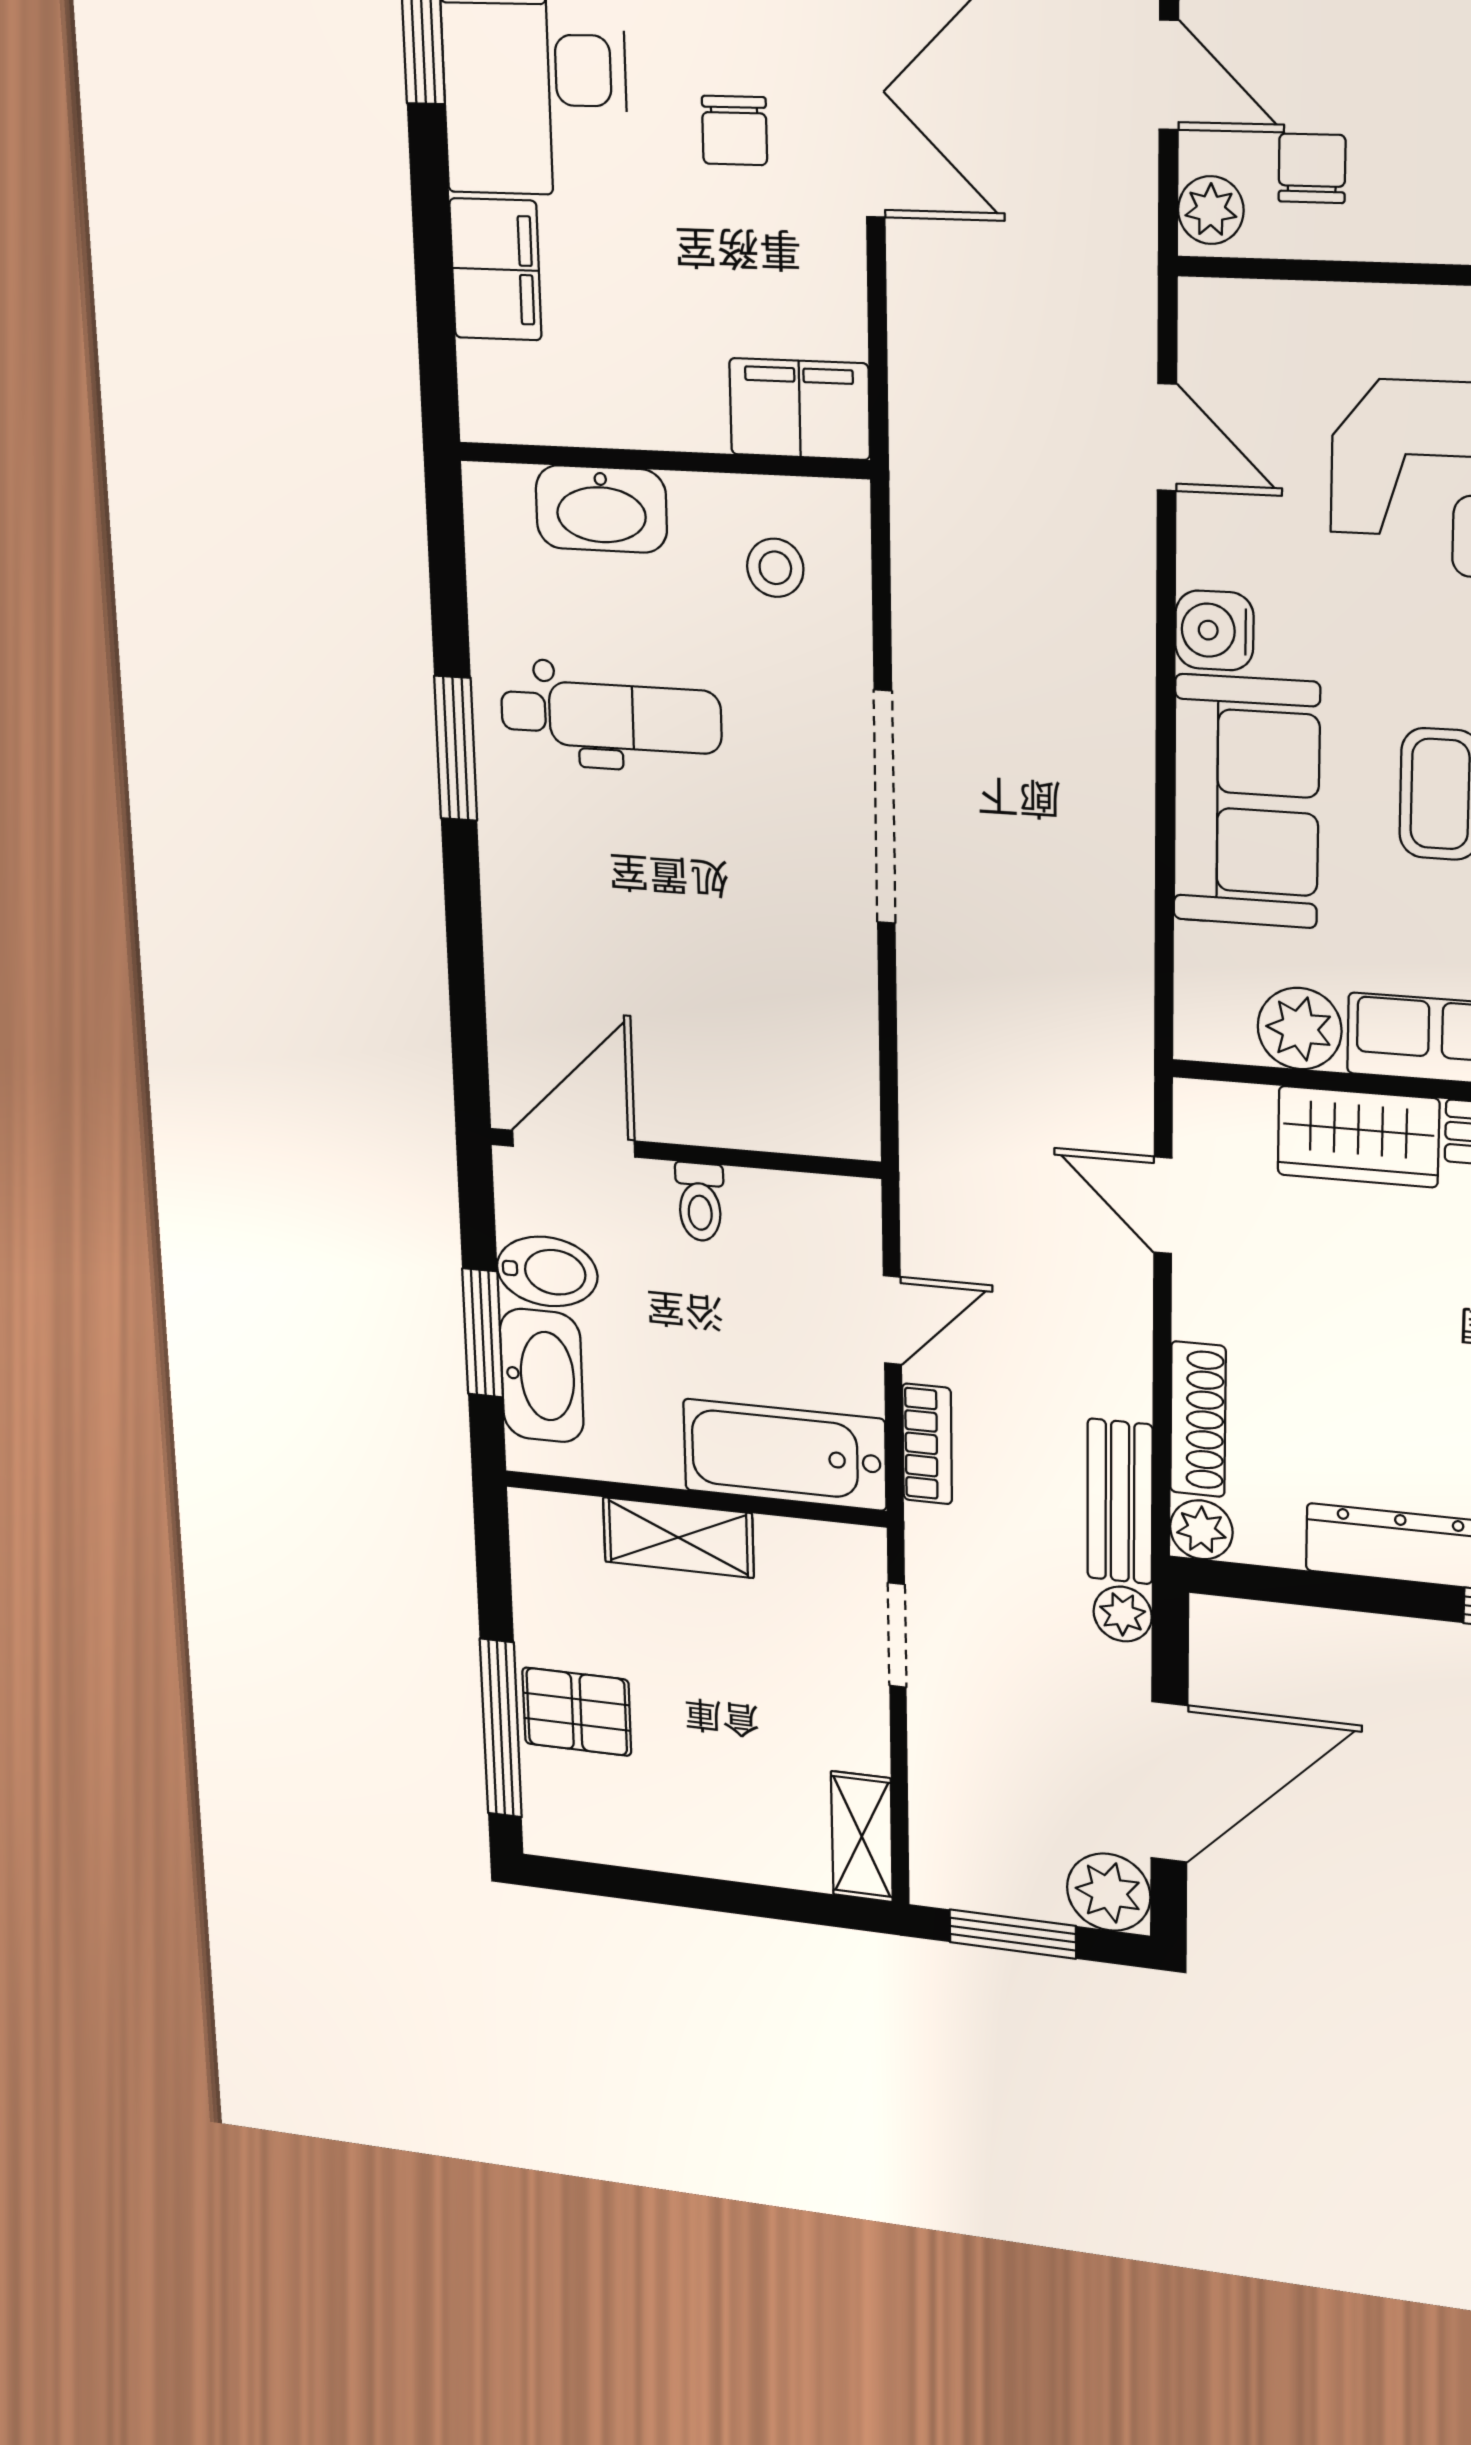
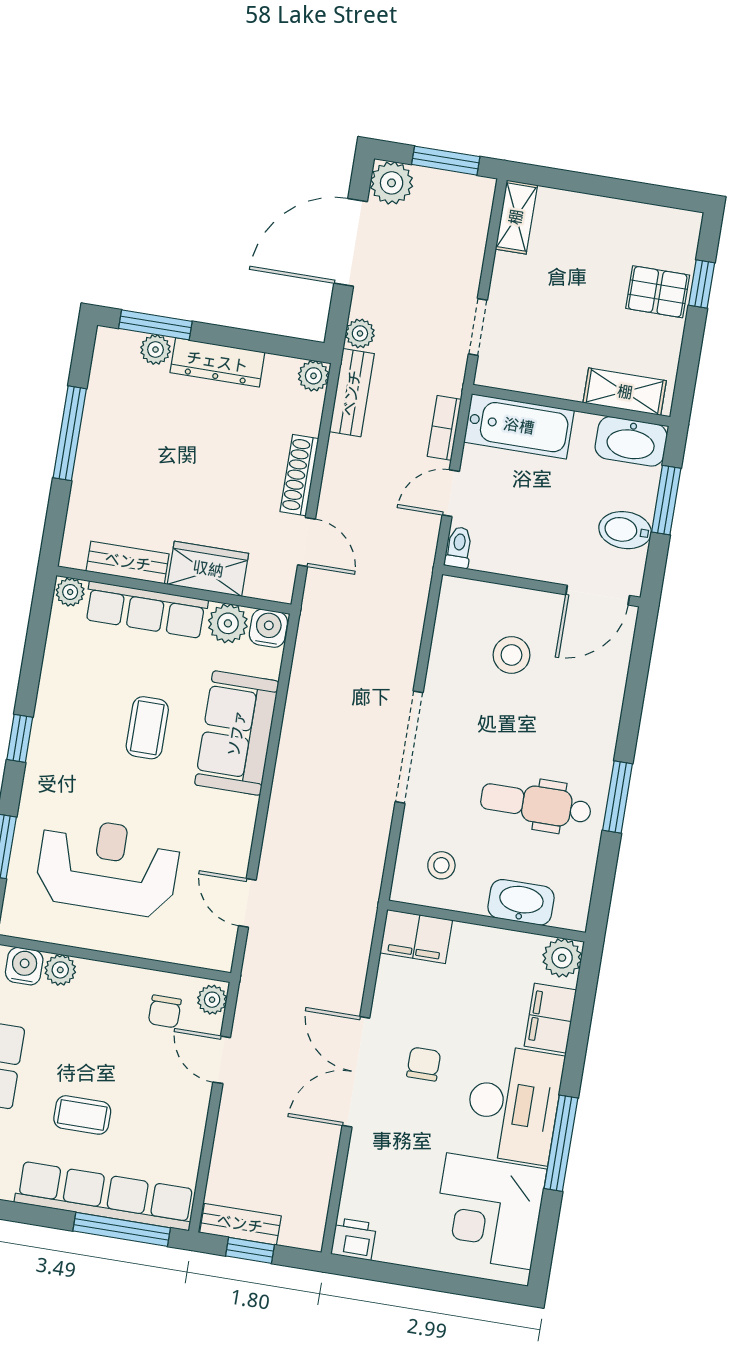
plant: (497, 402) -> (562, 958), added
water cooler: (1214, 630) -> (268, 628), moved, turned -90
stool: (716, 1013) -> (511, 655), added
toilet: (700, 1202) -> (459, 547), moved
washbasin: (542, 1376) -> (631, 441), moved, turned -90
shoe rack: (1198, 1419) -> (299, 475), moved
shelving: (678, 1538) -> (625, 392), moved
window: (501, 1728) -> (702, 284), width x0.46

